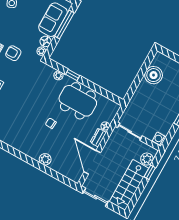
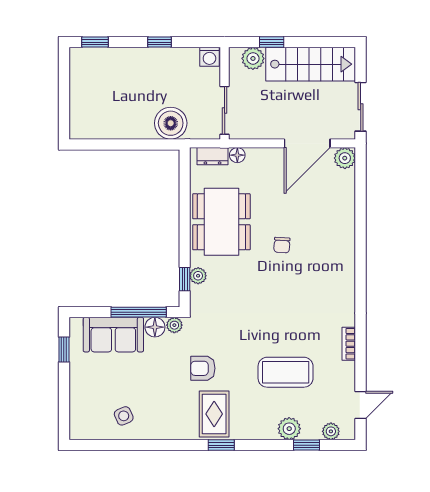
window: (64, 24) -> (139, 312), moved
armchair: (13, 53) -> (203, 368), turned 90
window: (73, 75) -> (185, 279), moved
boiler: (154, 75) -> (171, 123), moved
dresser: (98, 137) -> (213, 156), moved
plant: (45, 159) -> (345, 158), moved

